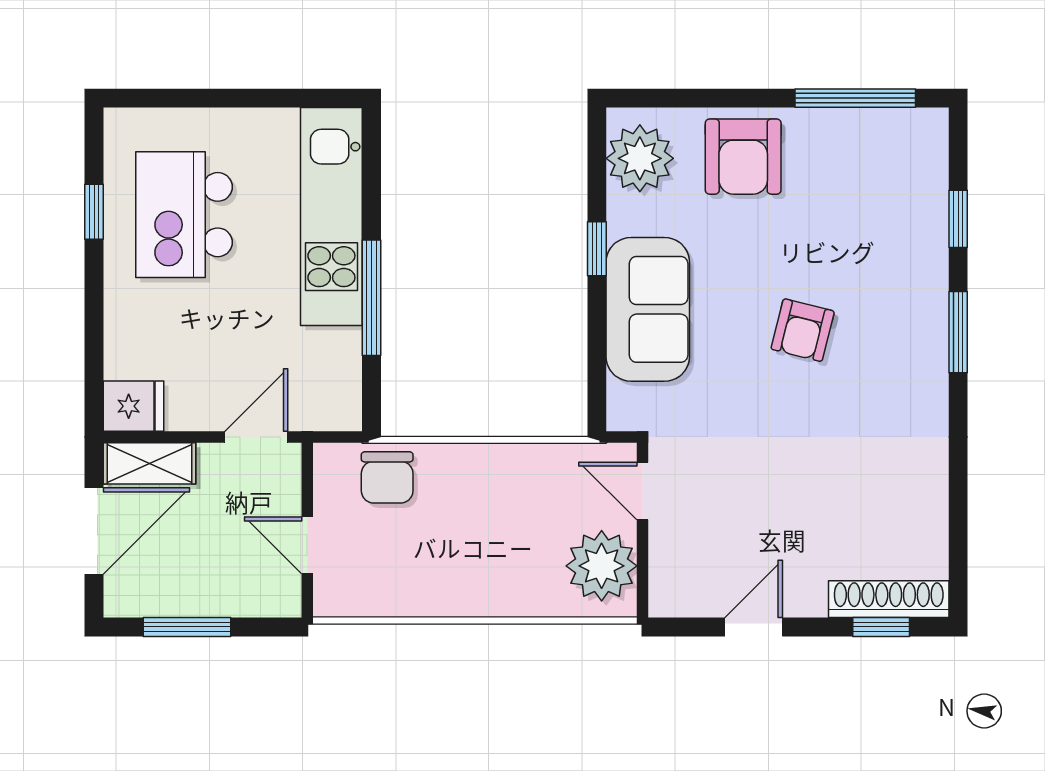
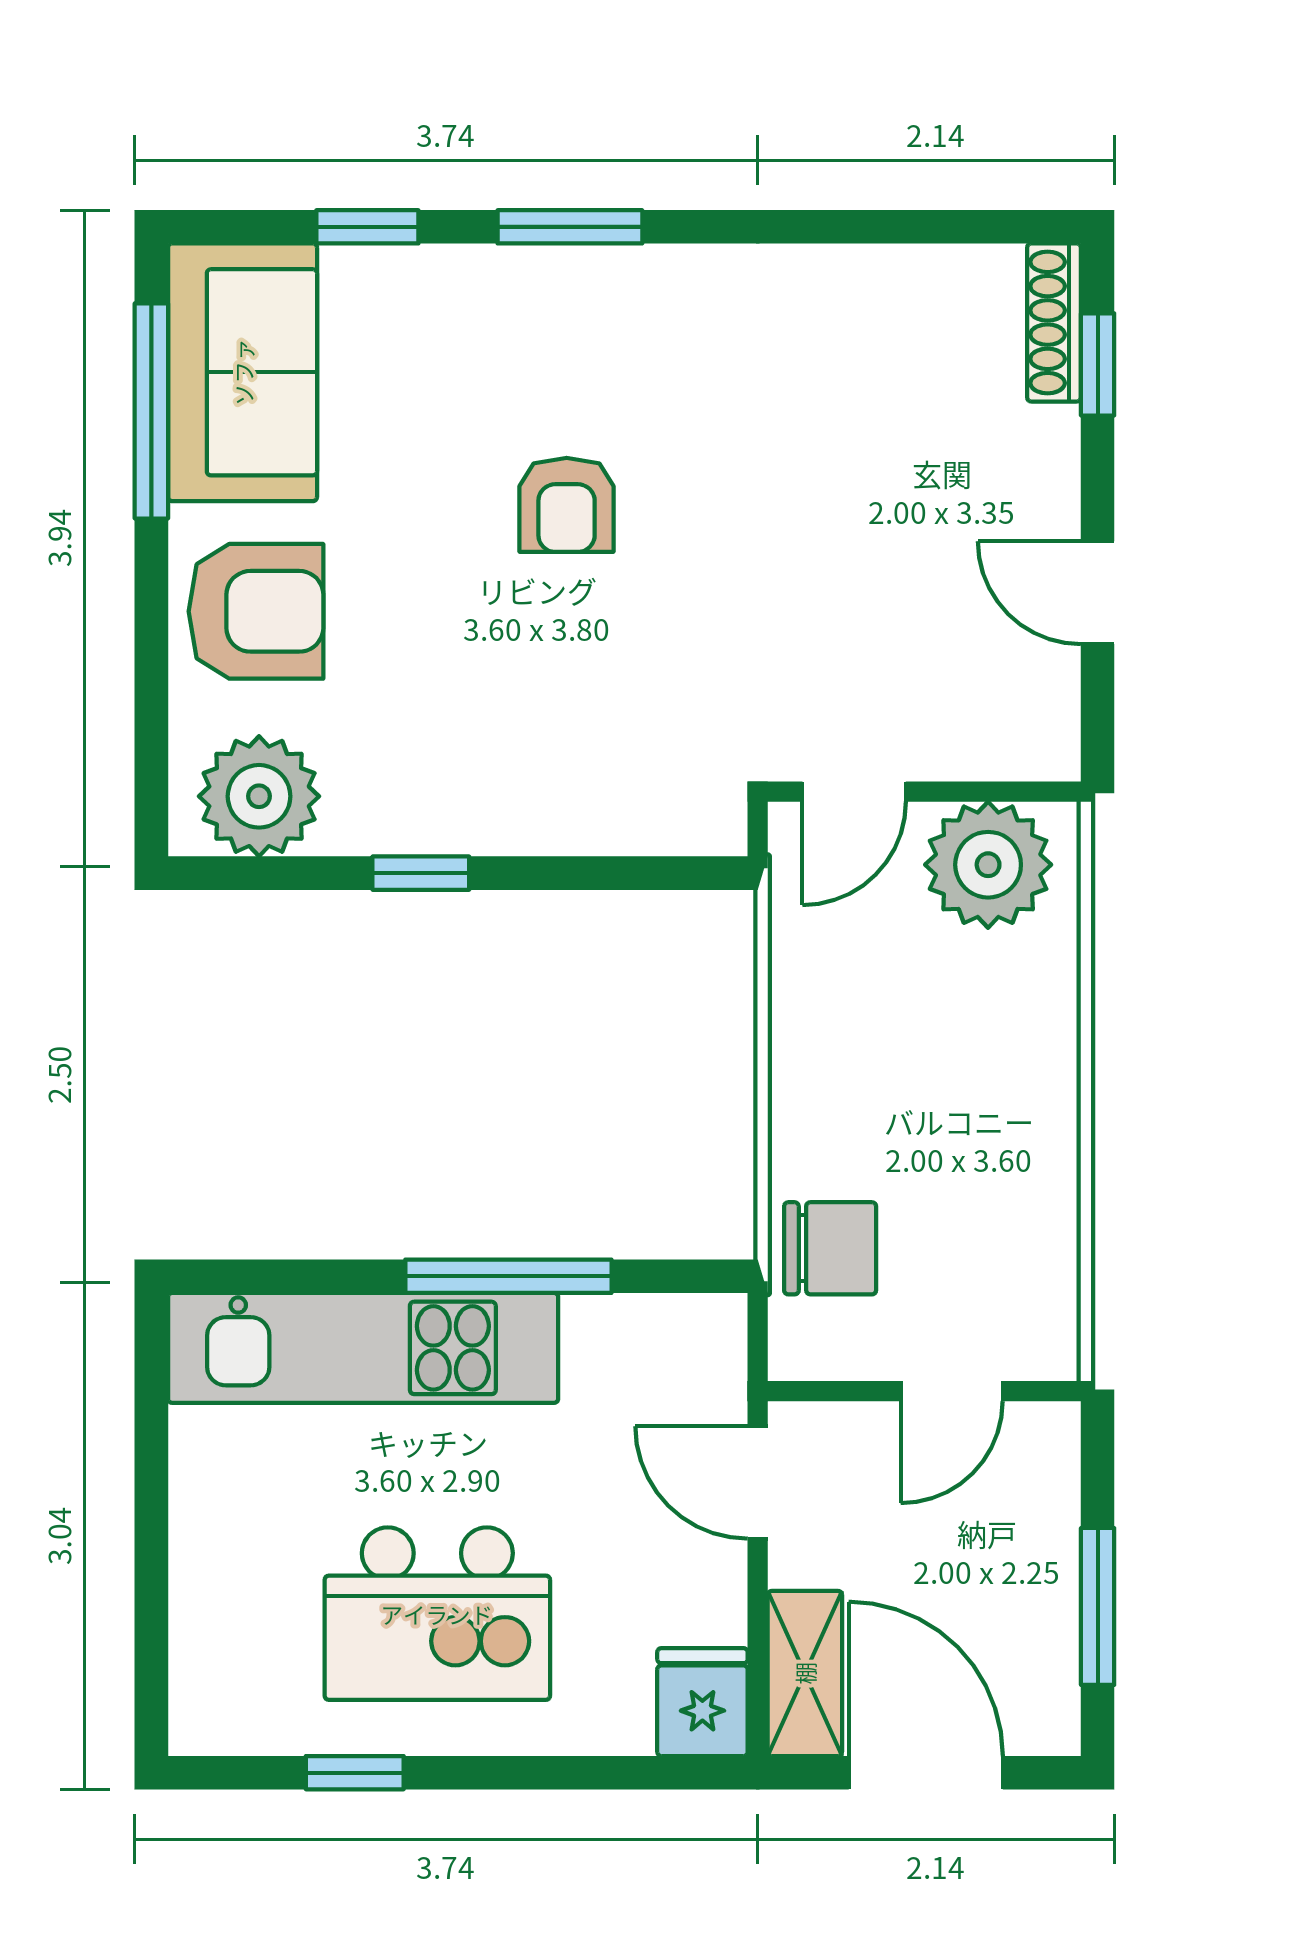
kitchen island: (184, 215) -> (437, 1614), moved
sofa: (648, 309) -> (243, 372), moved, turned 90
armchair: (803, 330) -> (567, 505), turned 76
shoe rack: (889, 599) -> (1054, 322), width x0.74, depth x0.81

